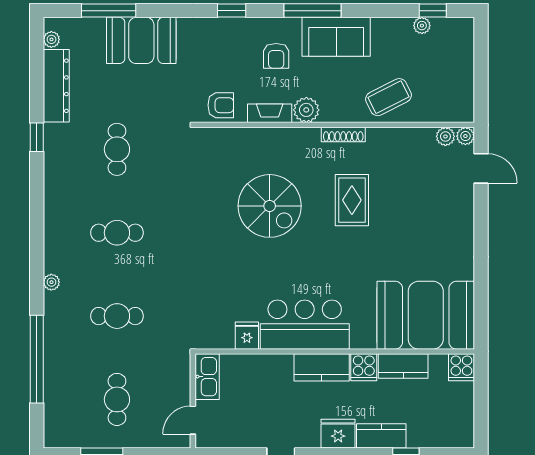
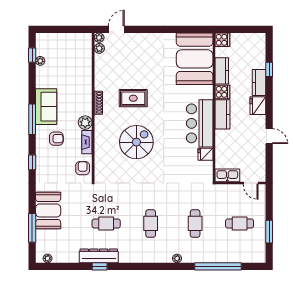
dresser: (56, 86) -> (99, 256), moved
coffee table: (388, 97) -> (78, 79), removed

